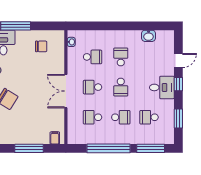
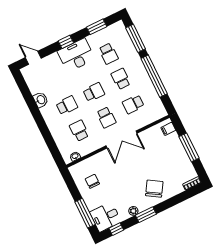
washbasin: (149, 36) -> (41, 100), moved
school desk: (121, 57) -> (67, 105), turned 180
door: (178, 60) -> (33, 58), moved
desk: (162, 87) -> (76, 55), width x1.37
school desk: (93, 117) -> (133, 104), turned 90

